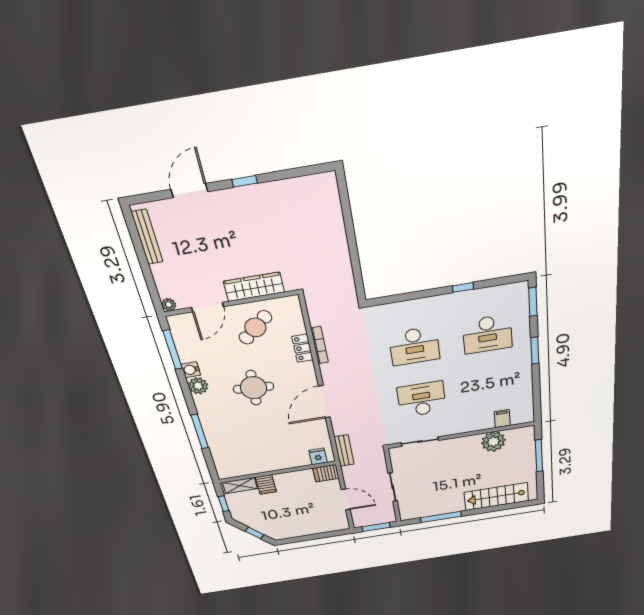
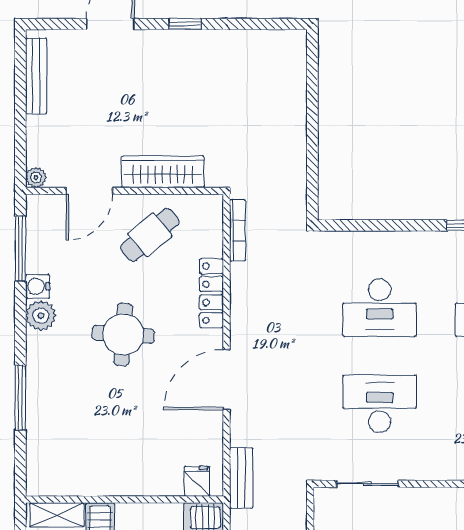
bookcase: (319, 345) -> (238, 230), moved
locker: (302, 348) -> (211, 293), width x1.53

